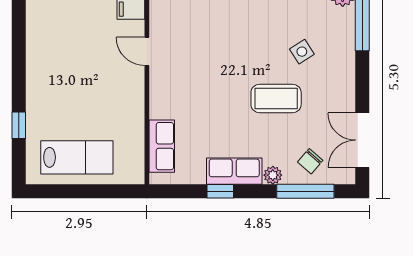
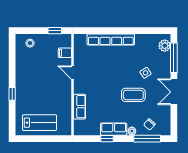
window: (19, 125) -> (12, 94), moved
double door: (362, 140) -> (174, 92), moved
row of seats: (162, 146) -> (80, 107), moved

